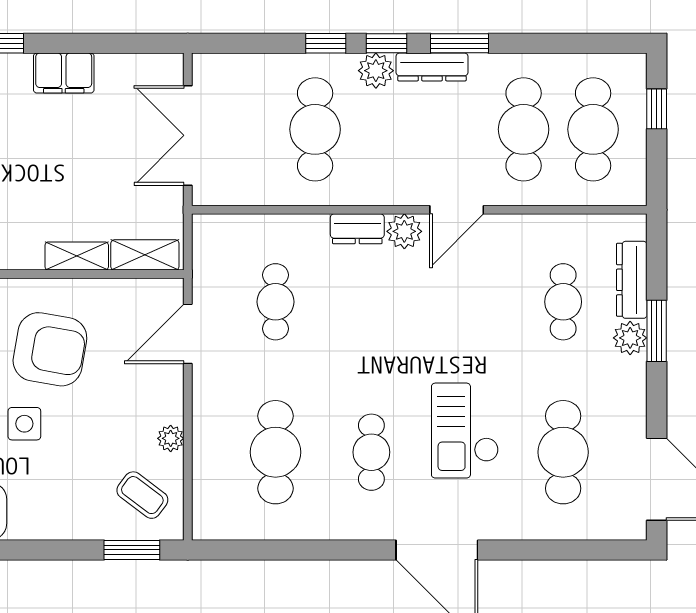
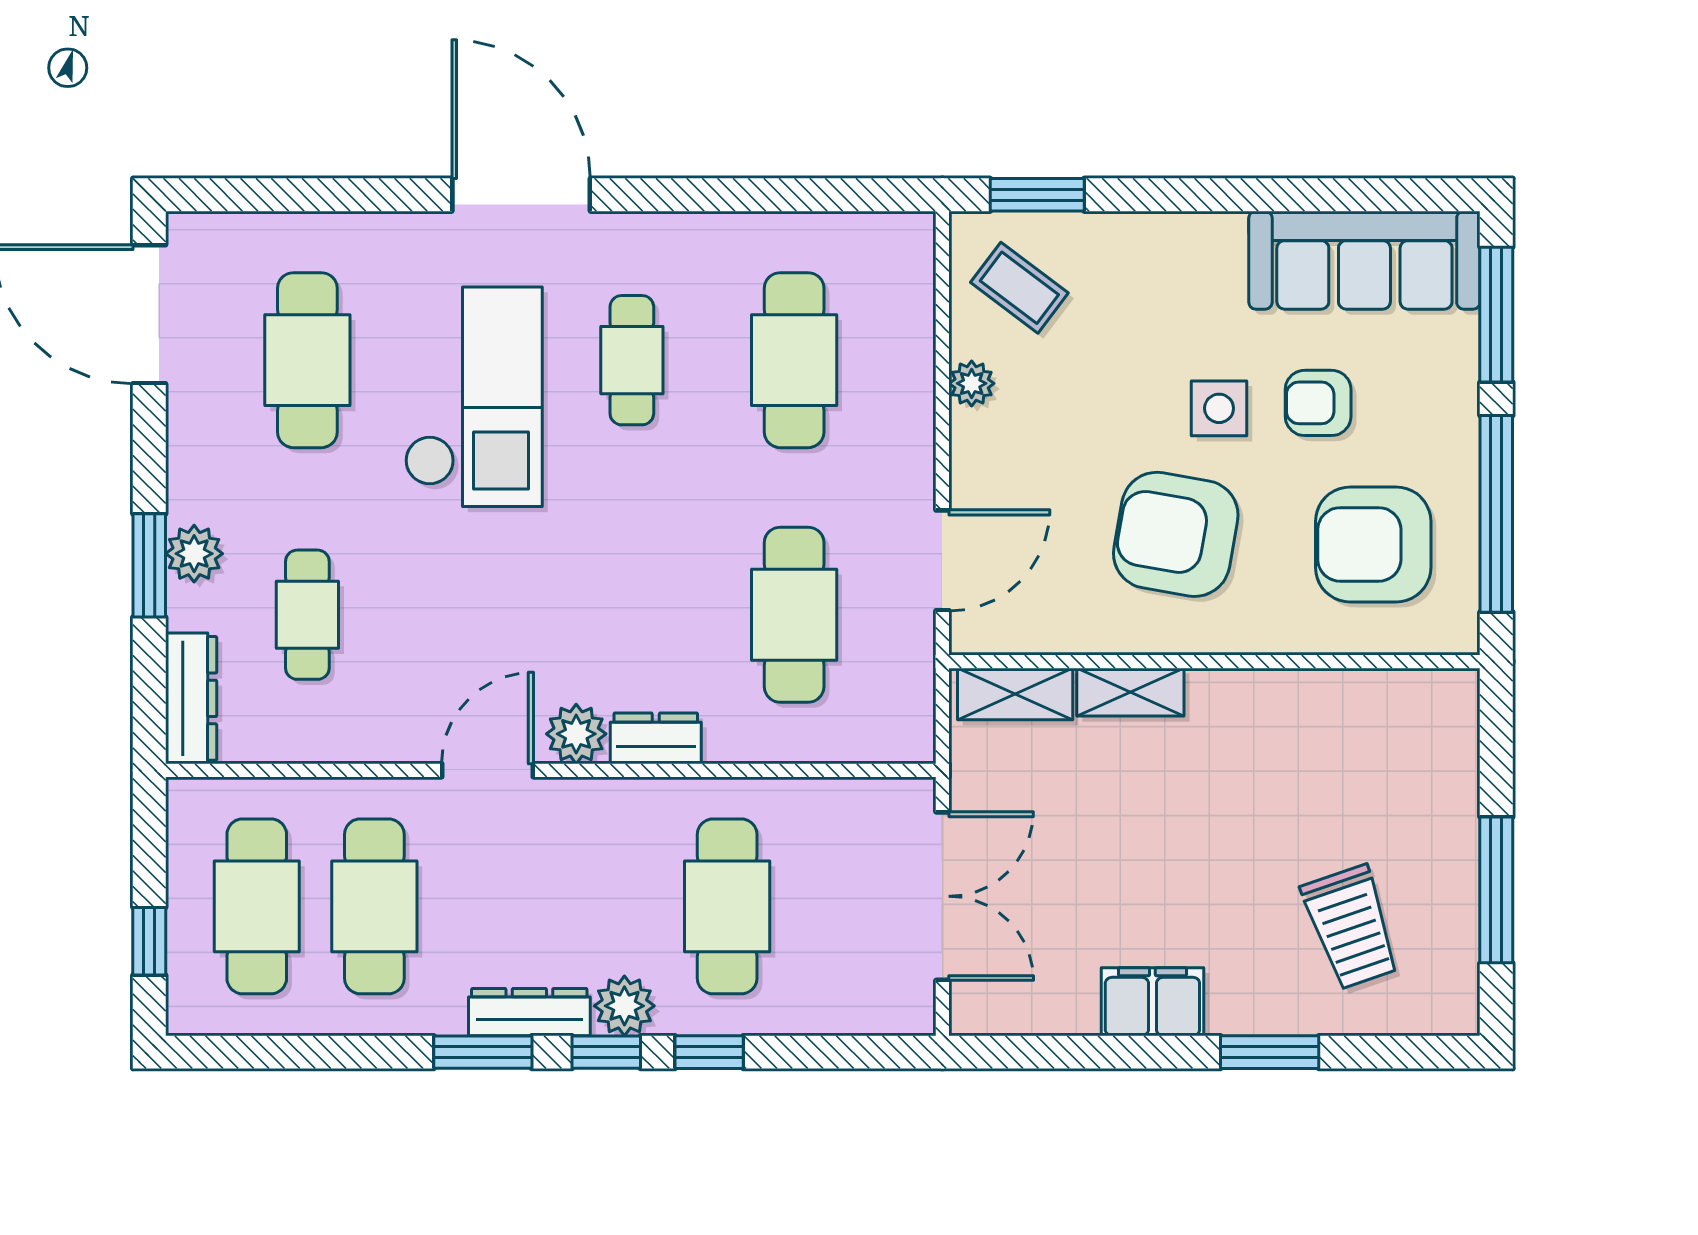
dresser: (632, 280) -> (191, 698), moved
cafe table: (275, 302) -> (794, 615), width x1.37, depth x1.35
checkout: (465, 431) -> (474, 397), width x1.36, depth x1.21

